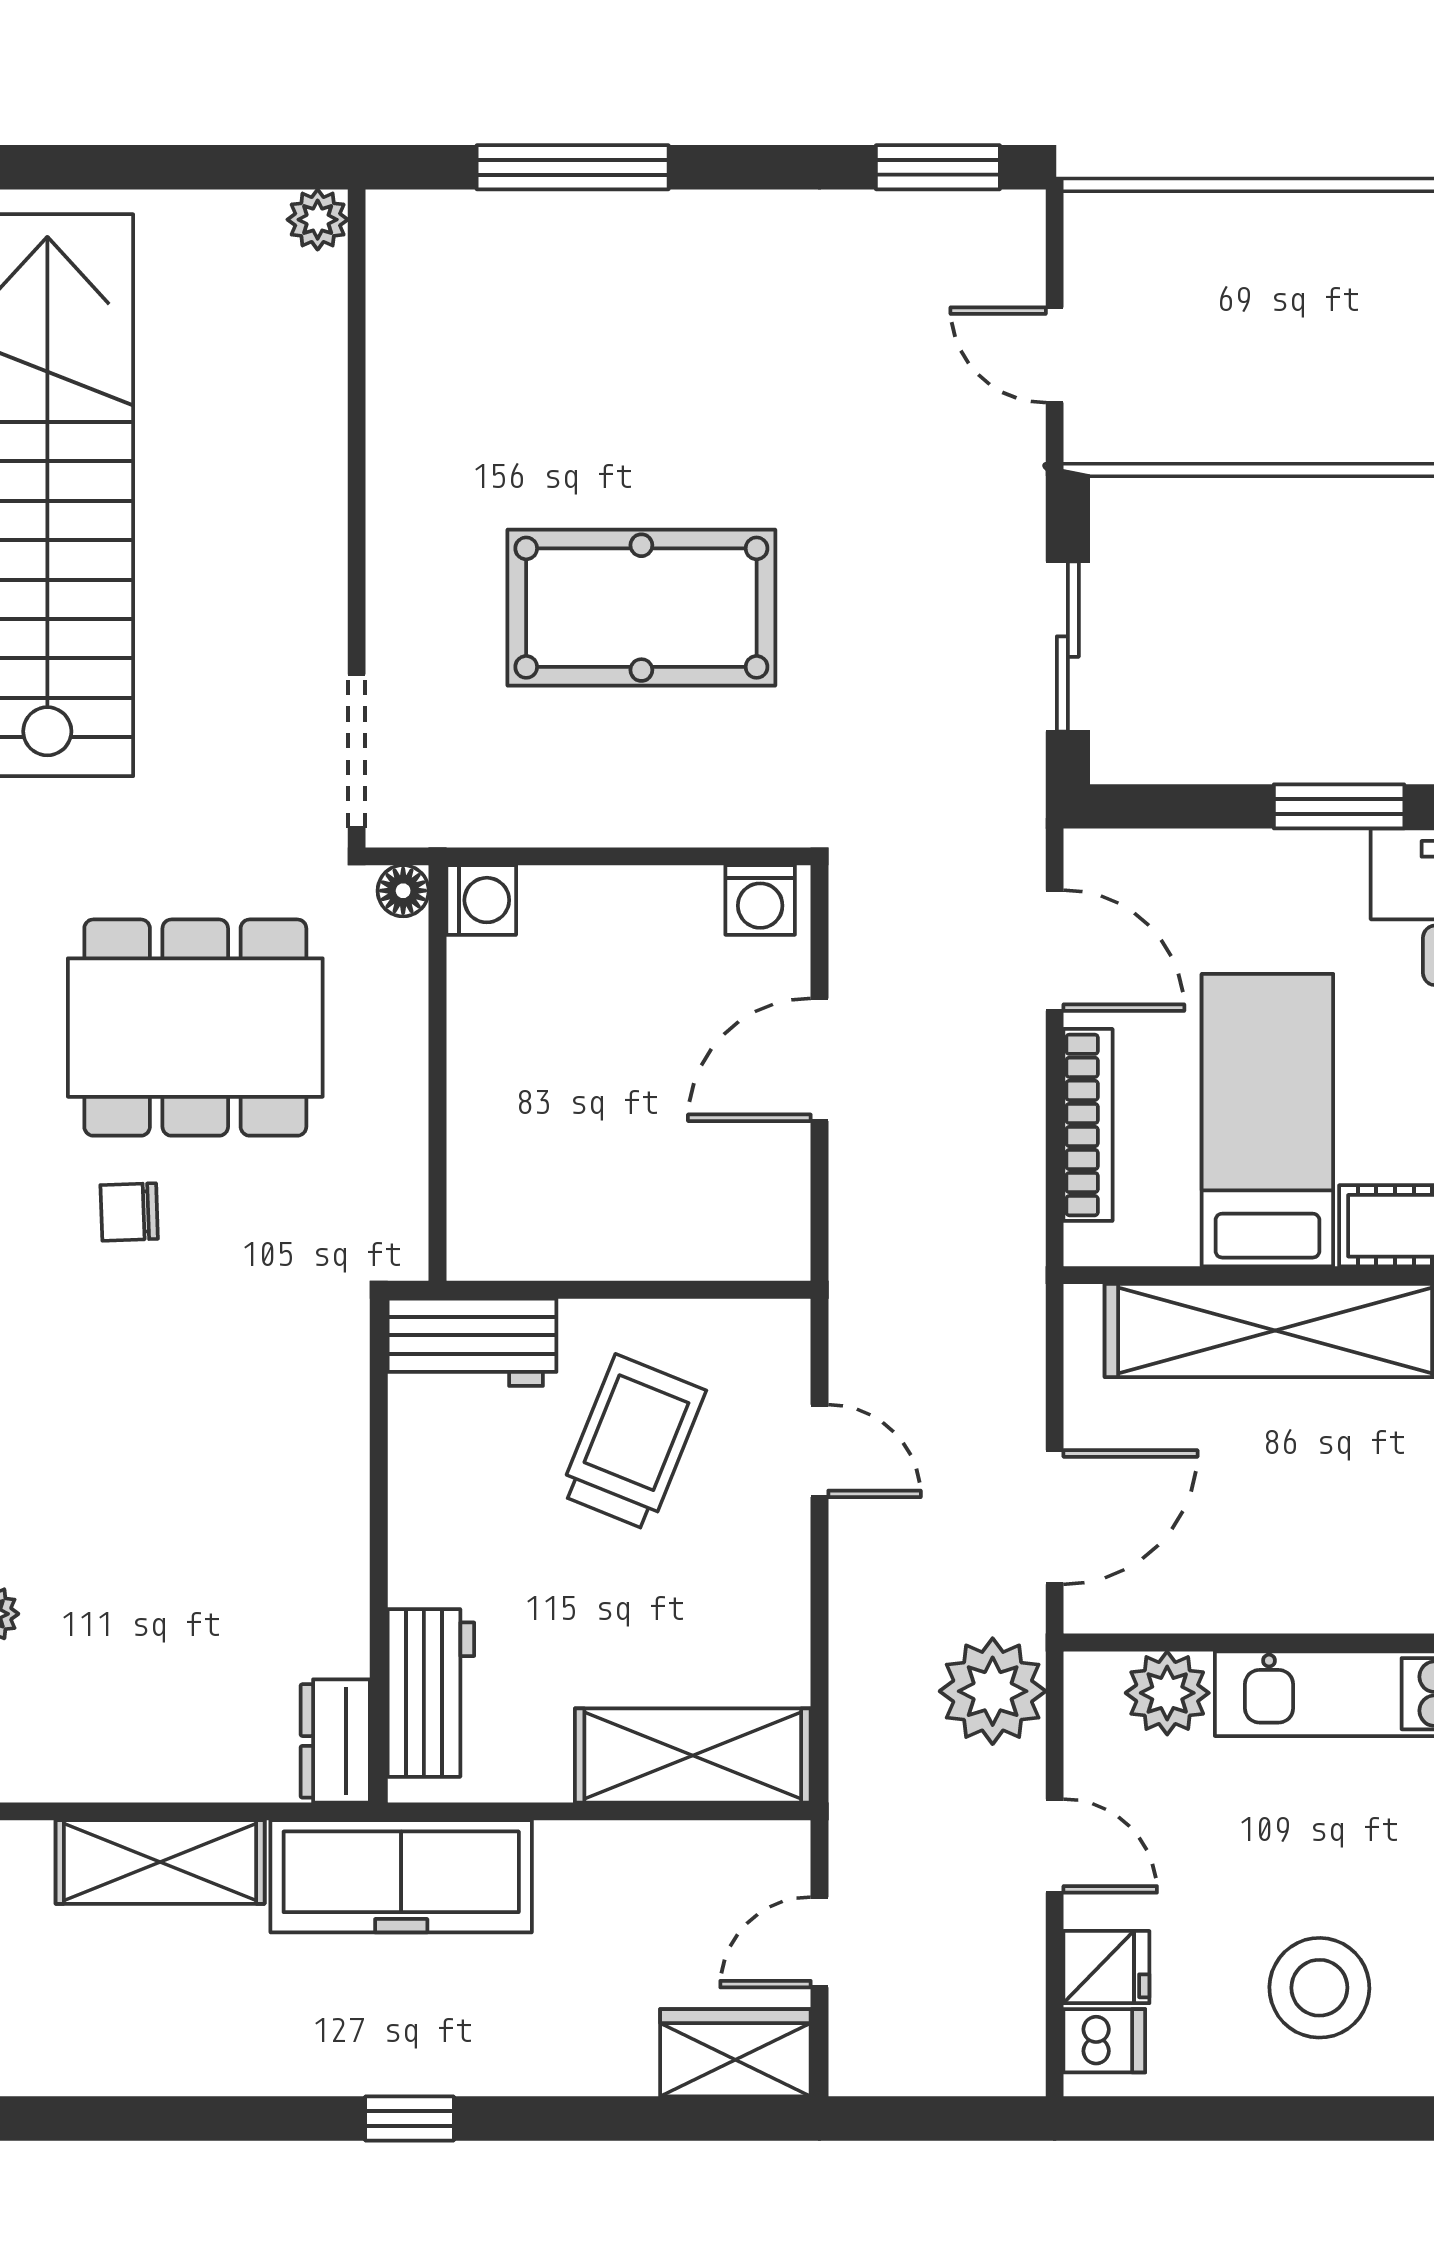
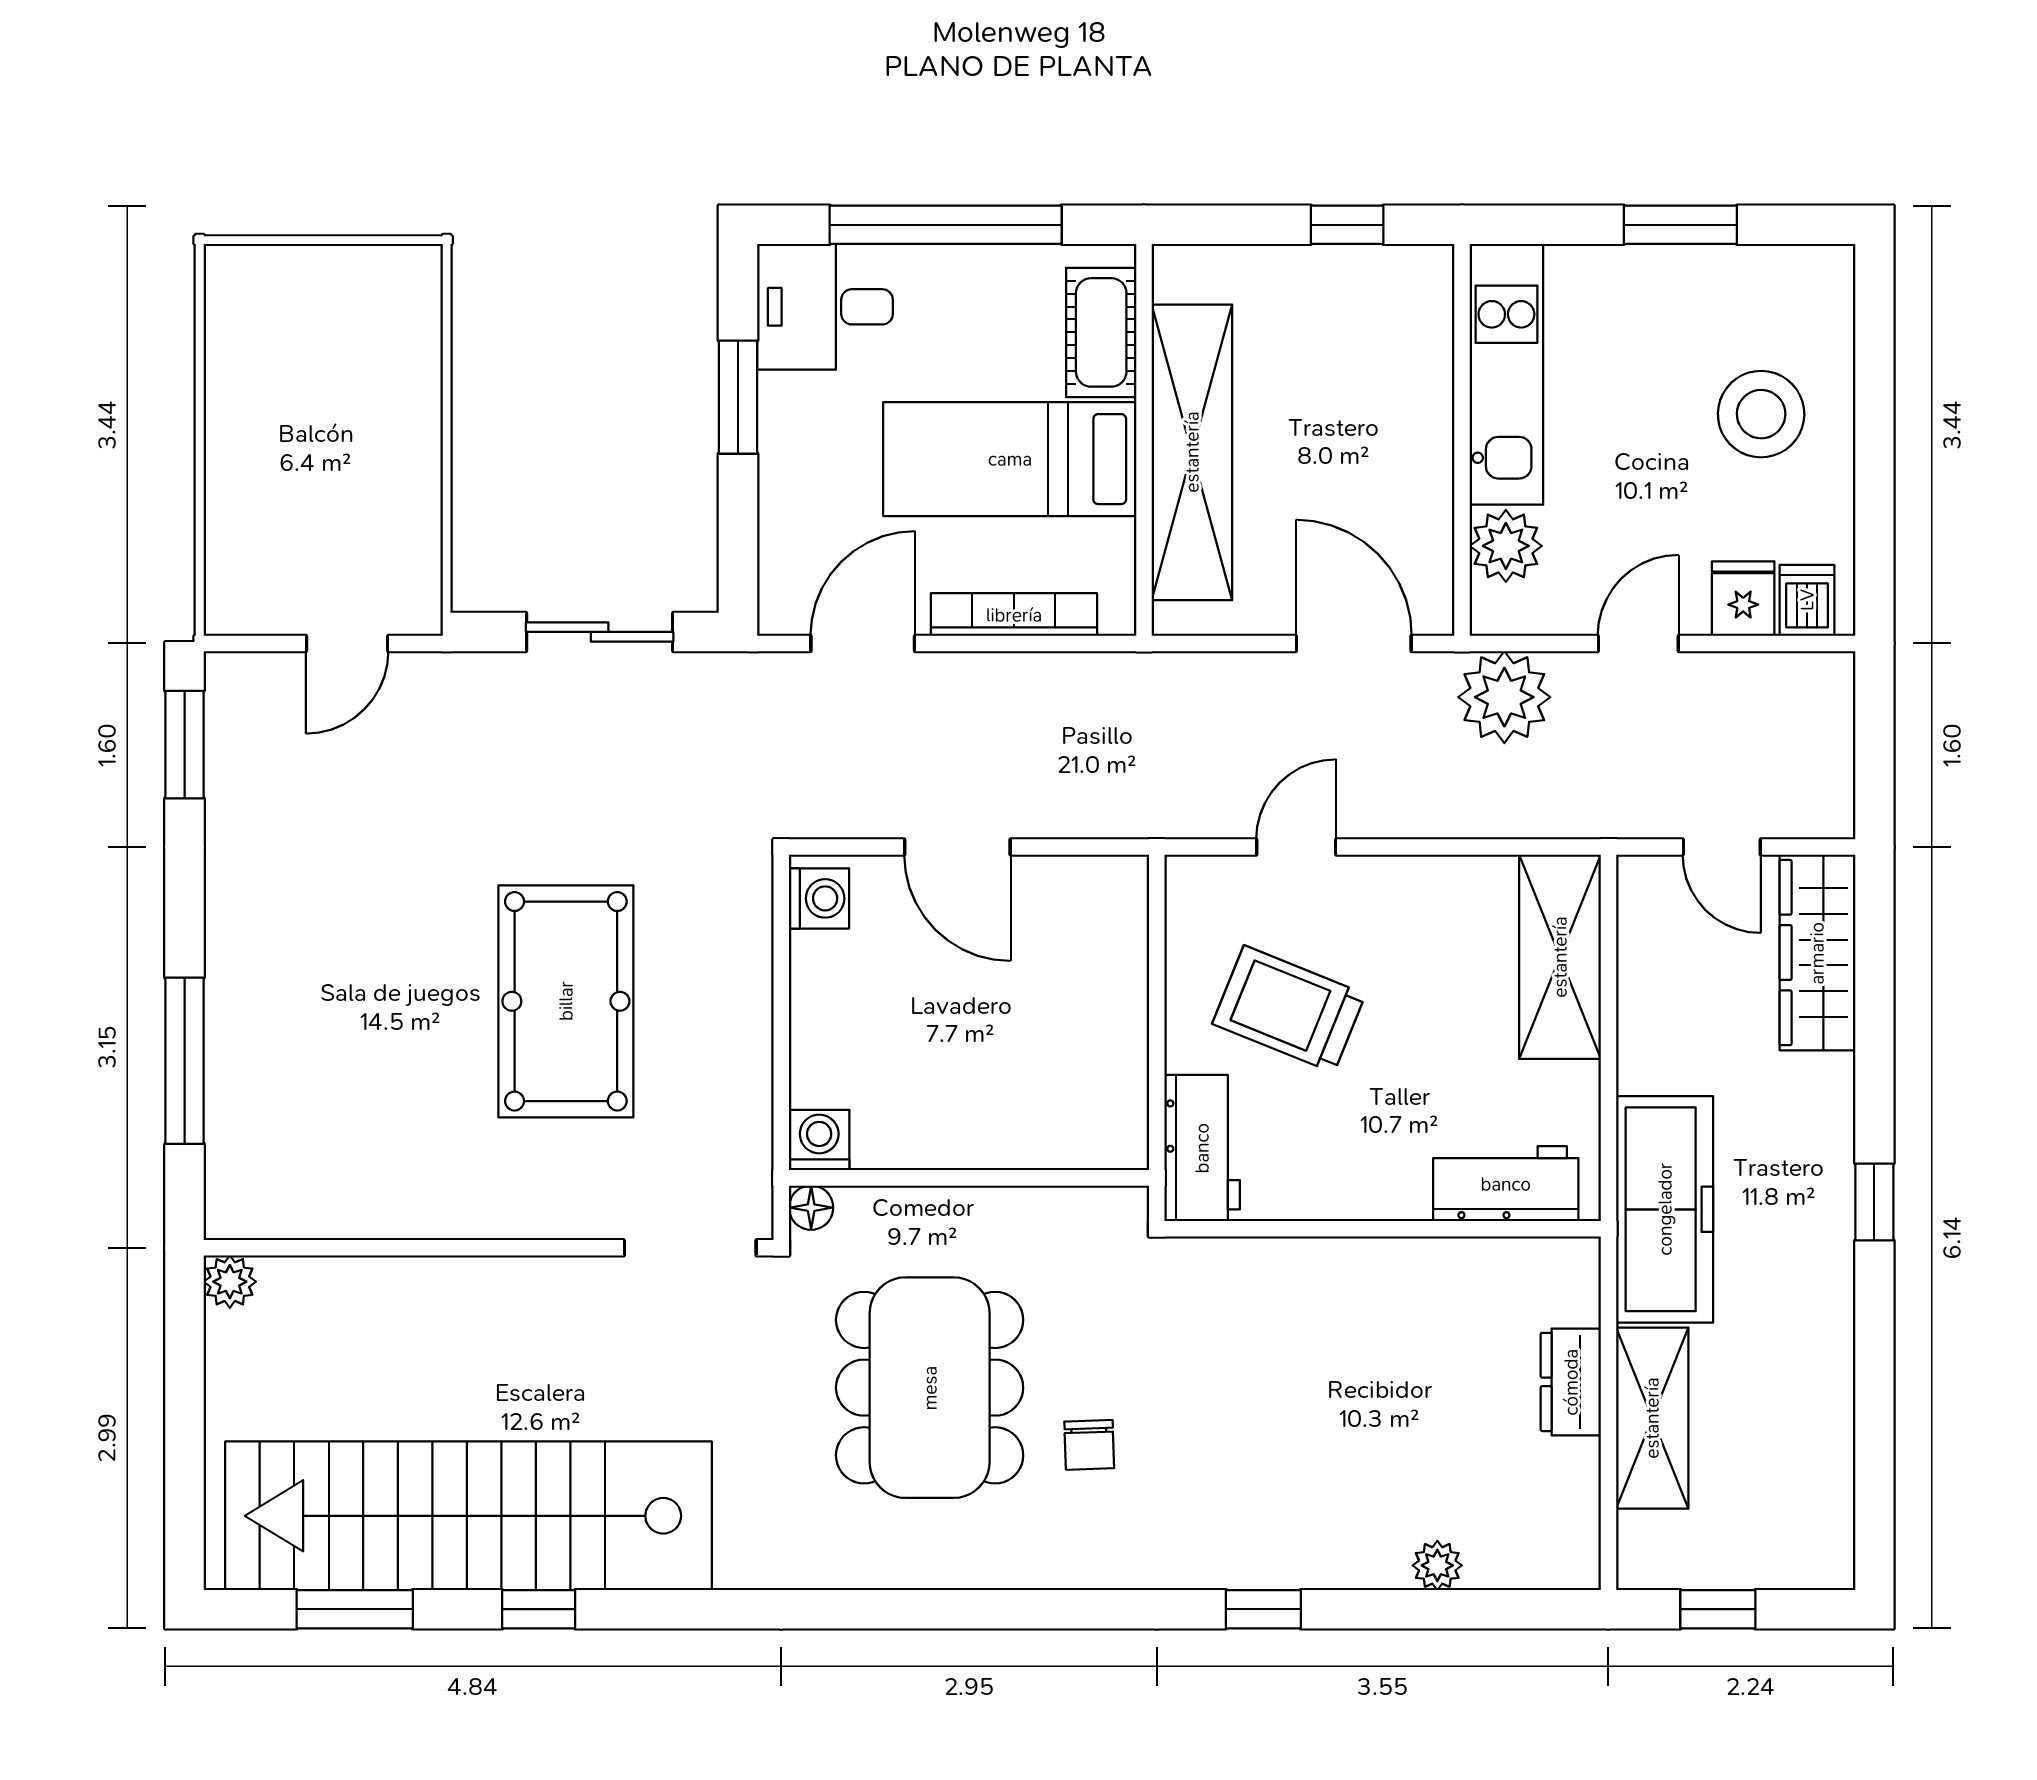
dresser: (335, 1741) -> (1571, 1382), moved, turned 90
wardrobe: (735, 2053) -> (1817, 953), width x1.50

